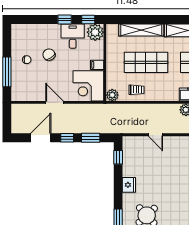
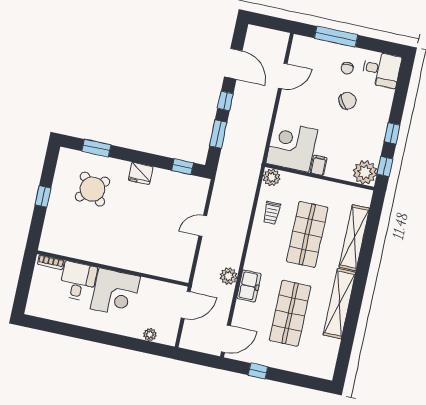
desk: (73, 36) -> (381, 69), moved
door: (55, 102) -> (283, 76), moved

